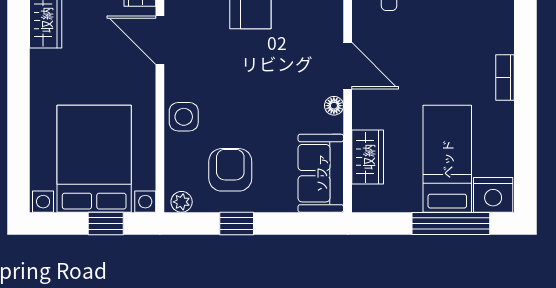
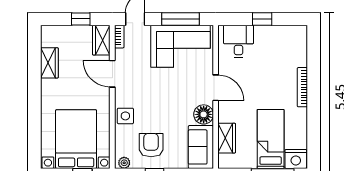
bookcase: (505, 77) -> (302, 87), width x1.56
floor lamp: (334, 106) -> (204, 114), width x1.89, depth x1.89

